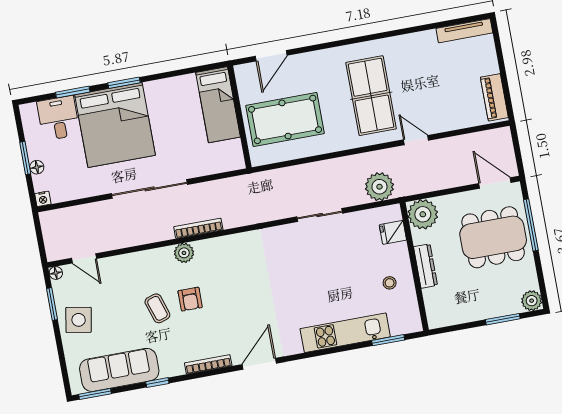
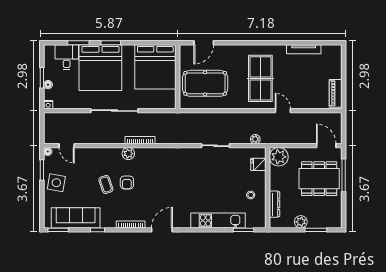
tv unit: (464, 31) -> (304, 49), moved
bed: (218, 105) -> (155, 67), width x2.04
plant: (379, 187) -> (255, 139), width x0.53, depth x0.53
dresser: (425, 266) -> (275, 204), moved
plant: (532, 301) -> (301, 222), moved

